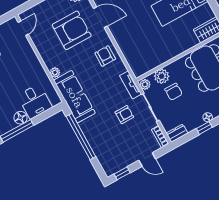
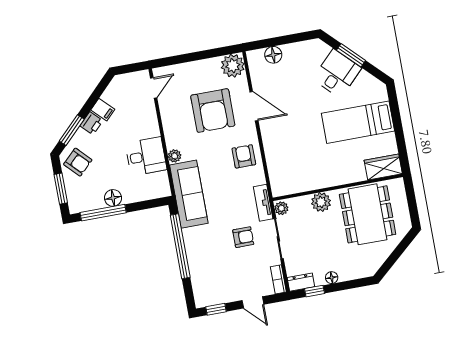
armchair: (72, 30) -> (213, 111), turned 90
plant: (162, 76) -> (321, 202), moved
chair: (174, 92) -> (314, 229), removed
desk: (35, 101) -> (146, 156), moved, turned -90
floor lamp: (208, 117) -> (332, 278), moved
window: (204, 128) -> (315, 291), moved

